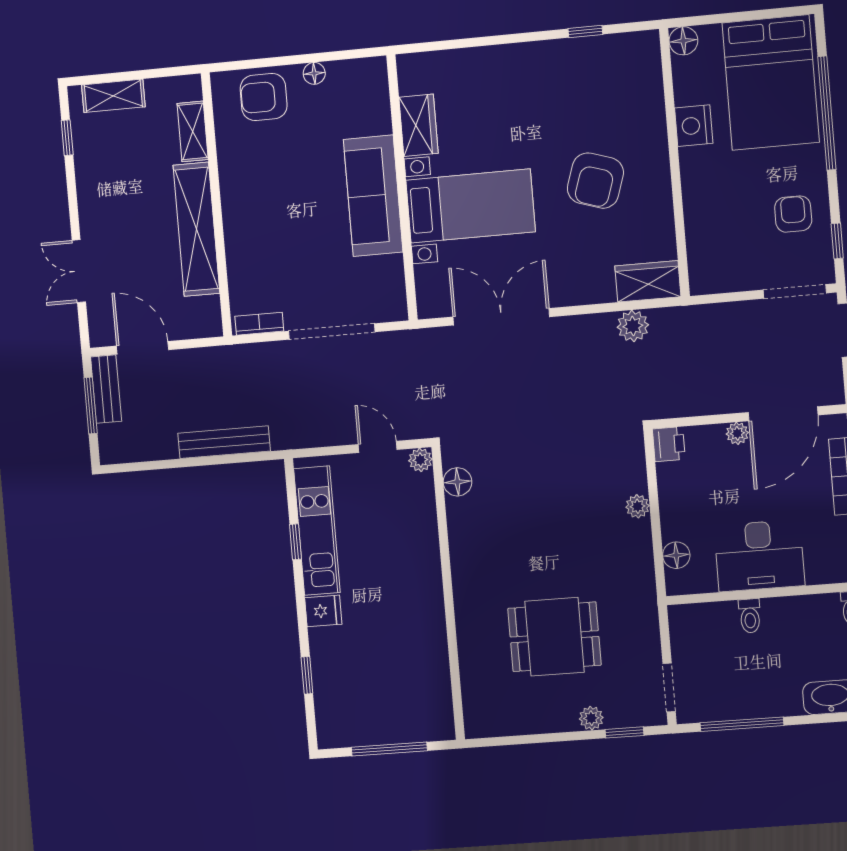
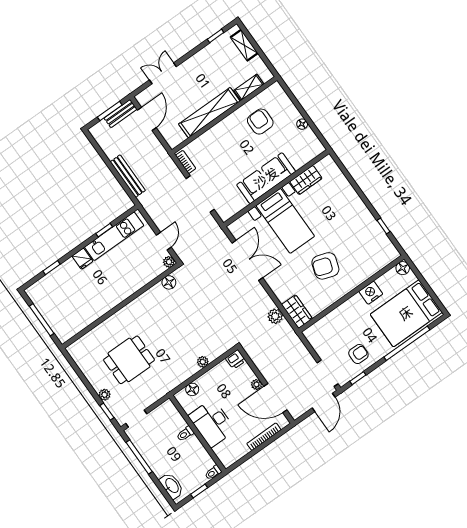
armchair: (264, 97) -> (260, 122), moved
dining table: (554, 637) -> (129, 360), turned 90

